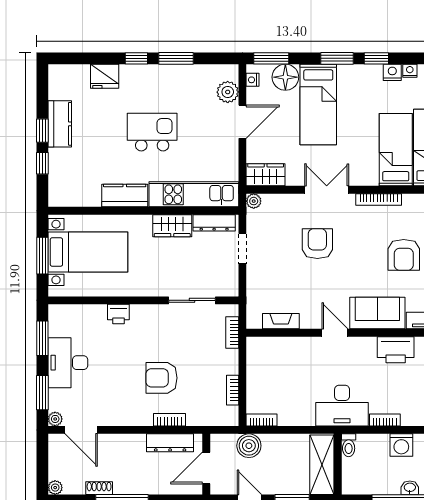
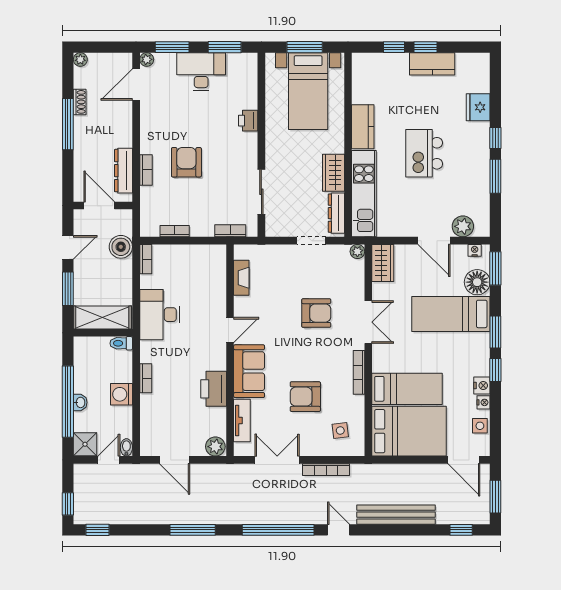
kitchen island: (152, 132) -> (424, 153), turned 180
desk: (342, 406) -> (160, 315), moved

